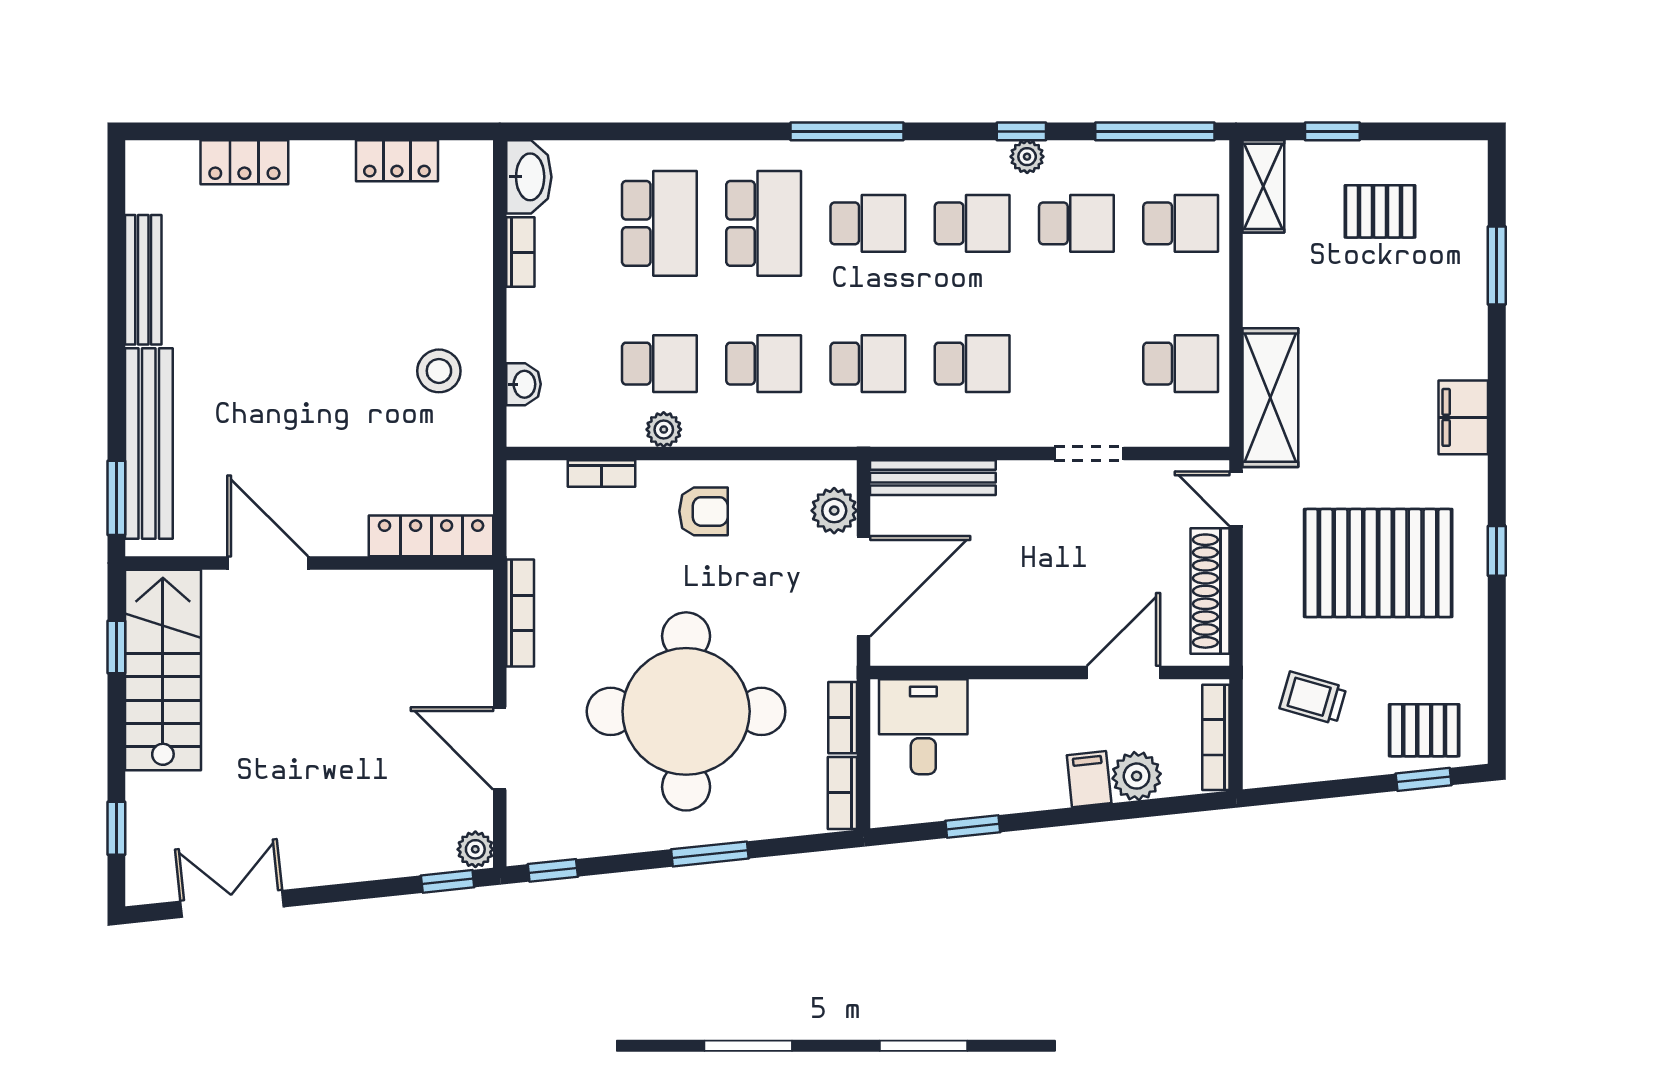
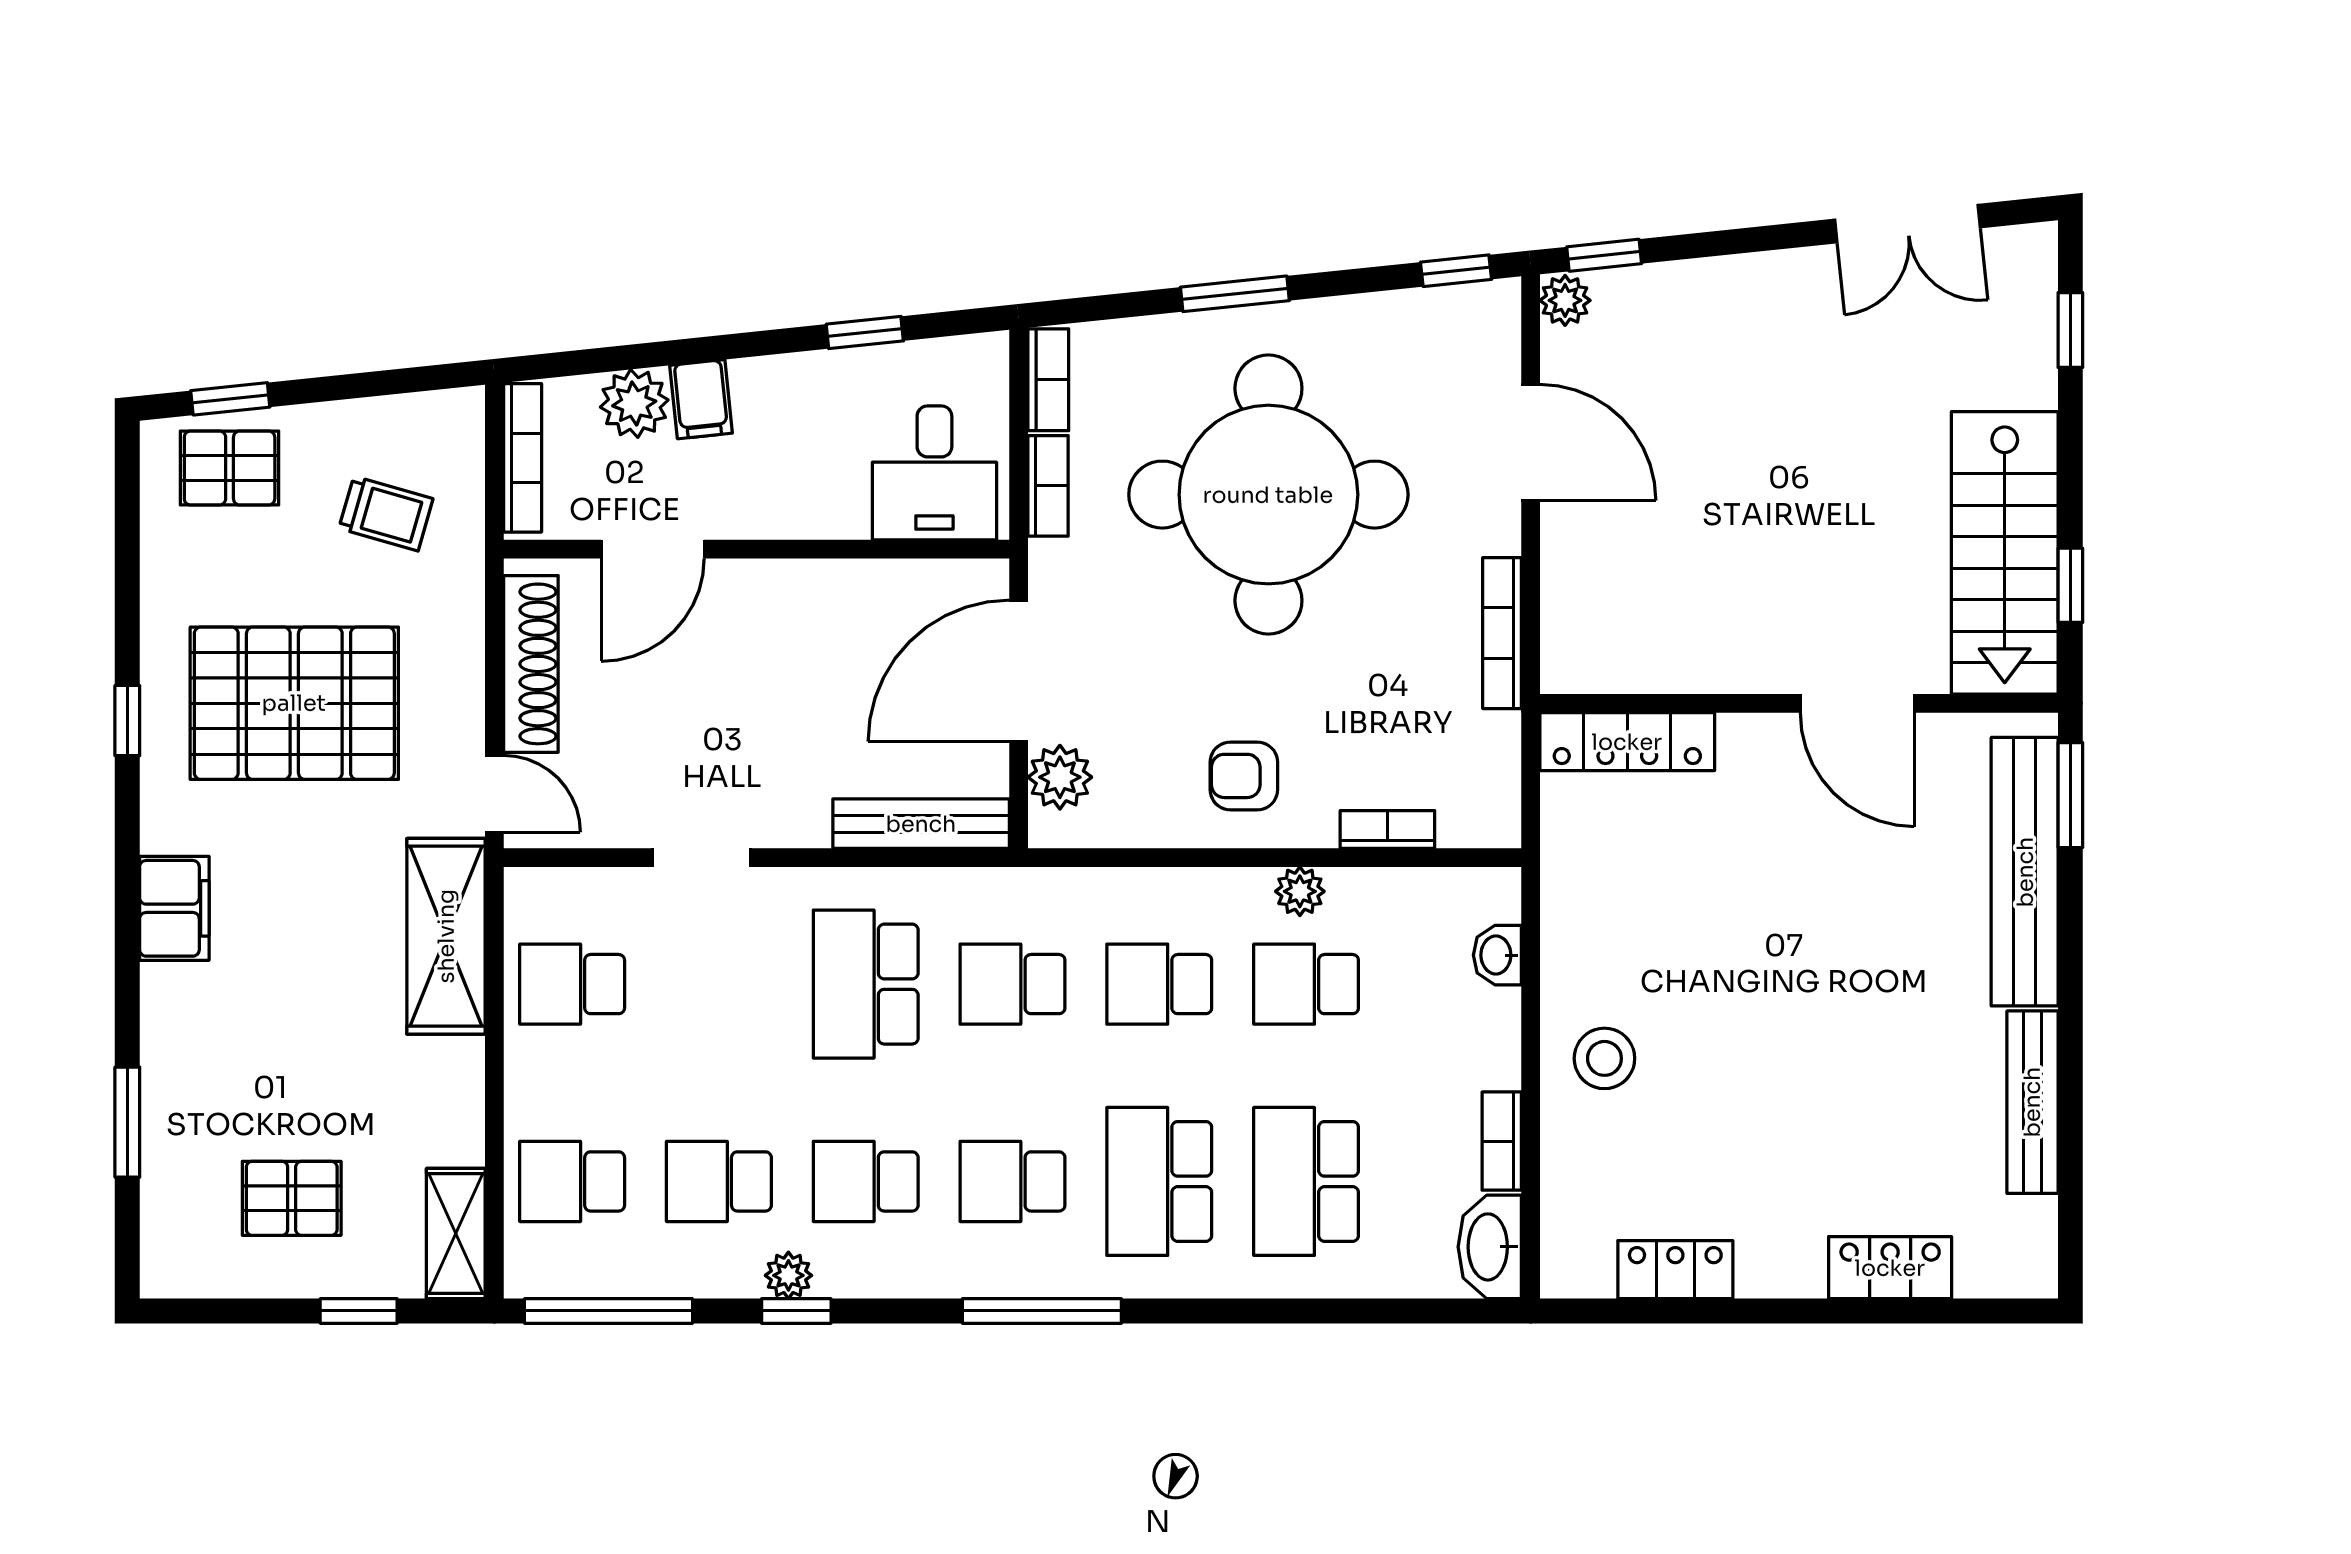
school desk: (972, 364) -> (866, 984), width x1.85
stool: (439, 371) -> (1604, 1058), moved

